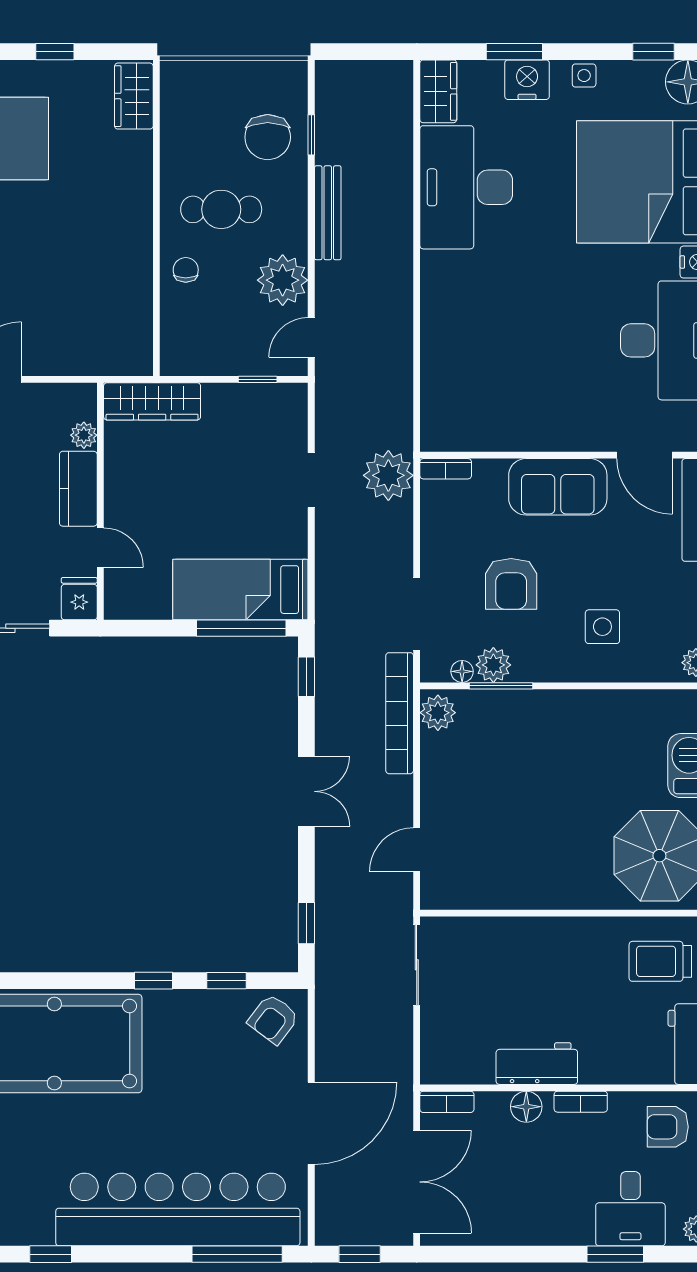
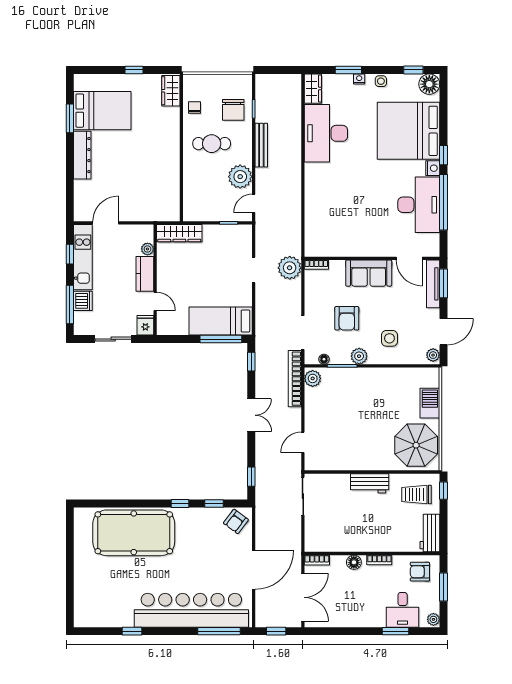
nightstand: (527, 80) -> (359, 79), width x0.53, depth x0.56
chair: (186, 270) -> (195, 108), moved
plant: (493, 665) -> (359, 356), moved
workbench: (537, 1064) -> (370, 483), moved, turned 180

